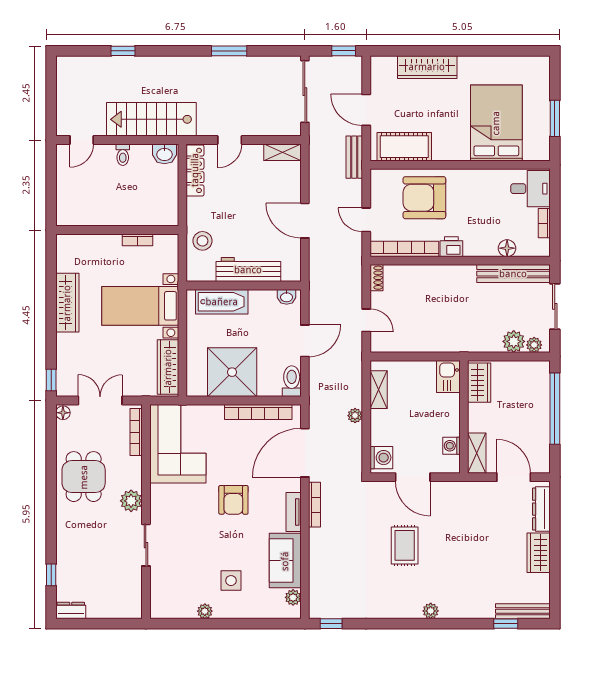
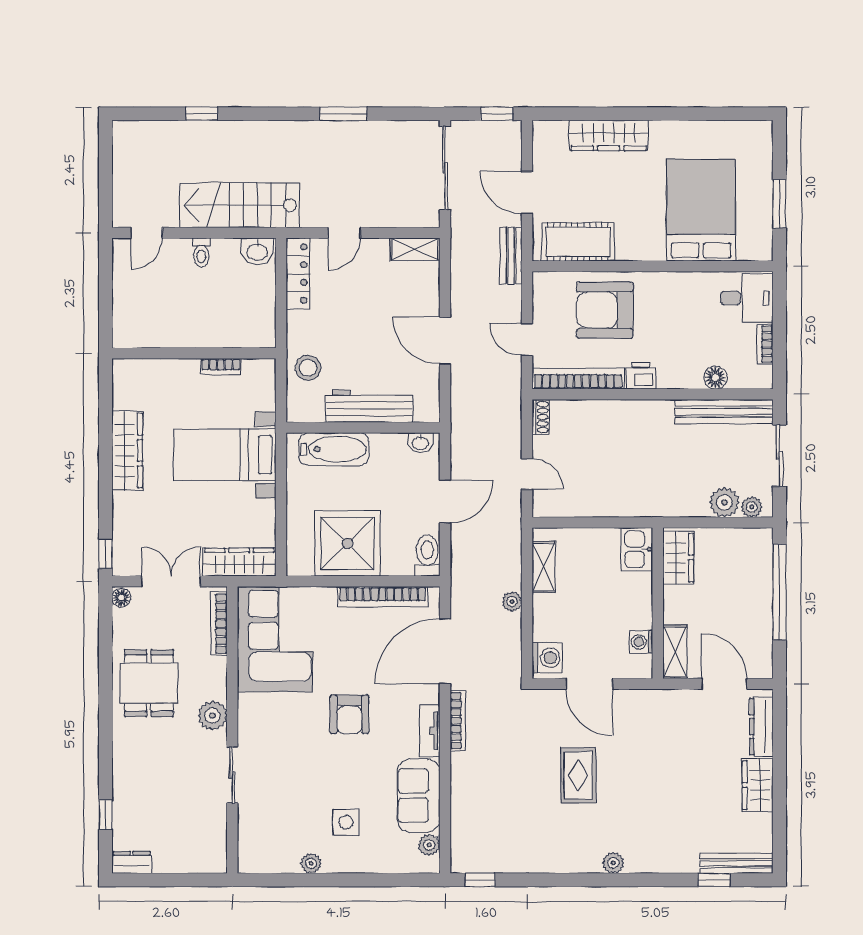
wardrobe: (168, 367) -> (239, 562), moved, turned 90

